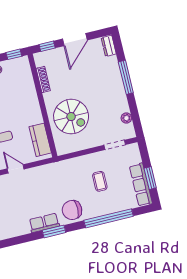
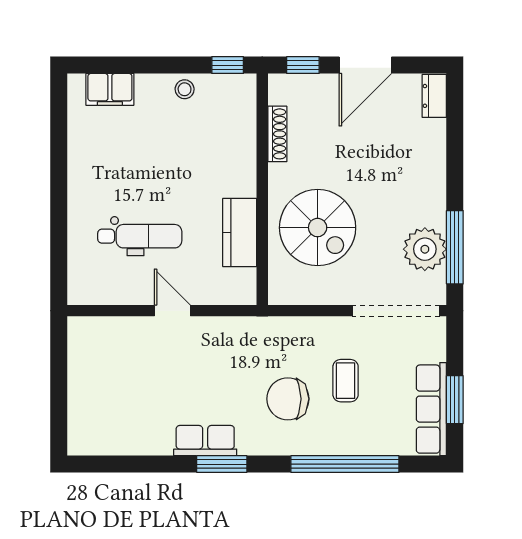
window: (126, 77) -> (455, 247), moved
plant: (126, 118) -> (425, 249), width x1.87, depth x1.87
kitchen counter: (40, 140) -> (240, 232), moved
doorway: (115, 145) -> (396, 311), width x1.87
chair: (72, 210) -> (288, 399), moved

